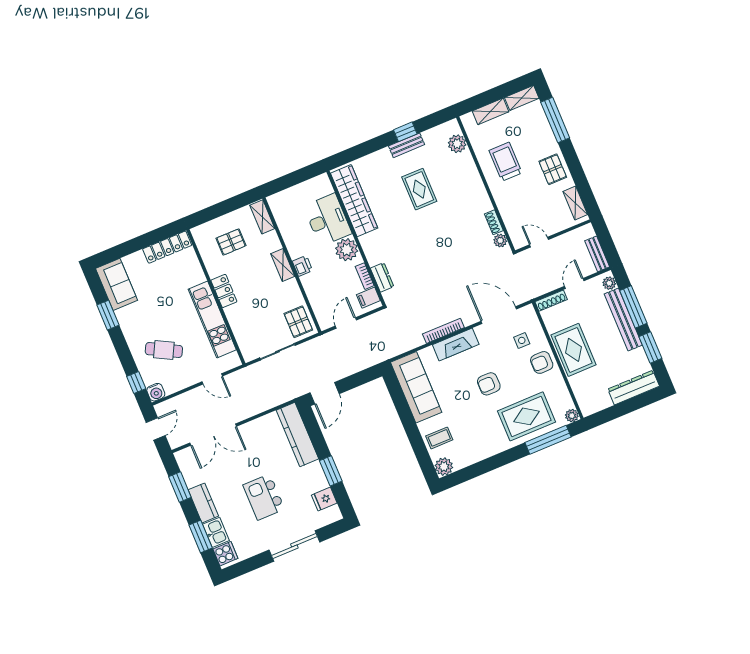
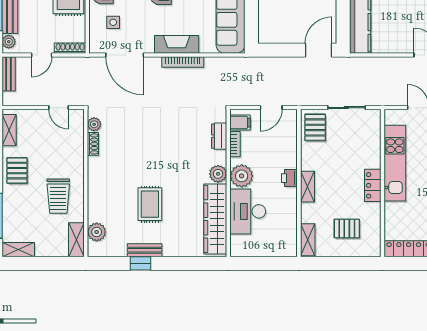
shelving: (491, 111) -> (76, 240), moved, turned 90
plant: (369, 243) -> (218, 174), added

